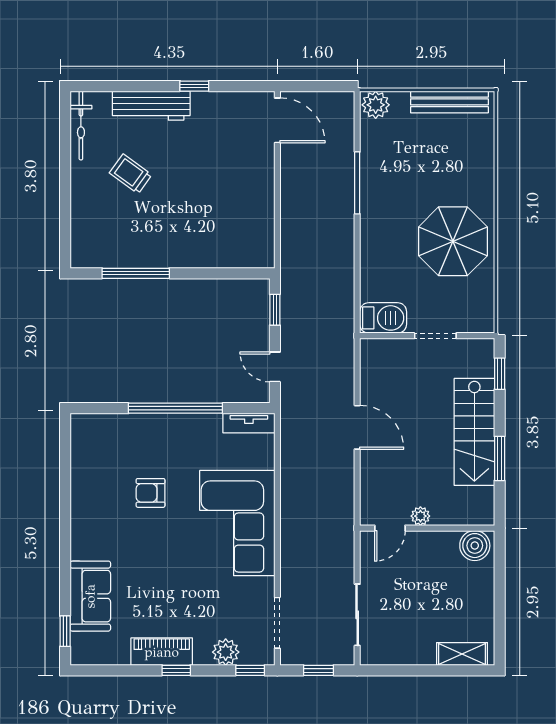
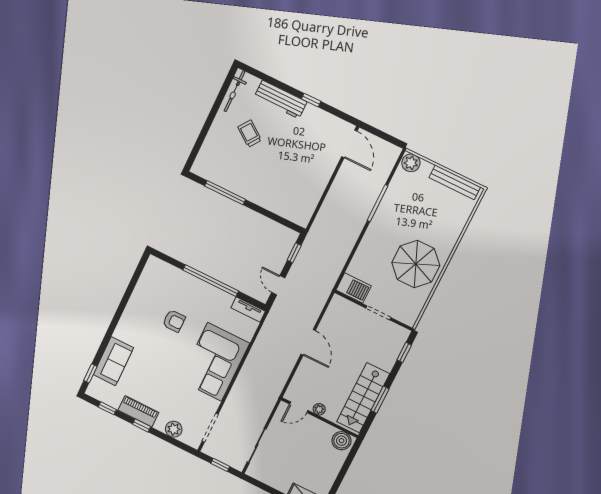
stairs: (474, 432) -> (363, 398), moved
armchair: (151, 493) -> (174, 321), turned 180
window: (250, 670) -> (107, 408), moved

